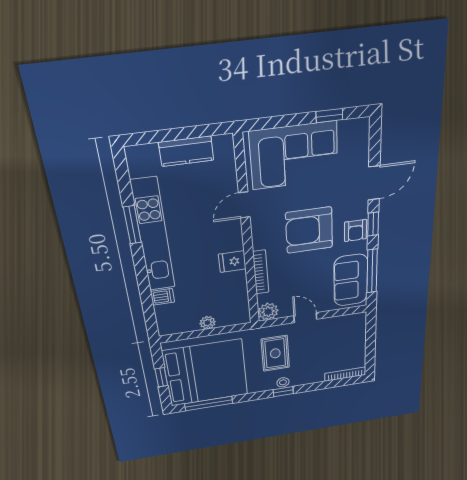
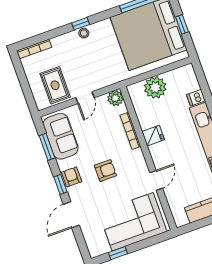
armchair: (309, 230) -> (105, 171), width x0.53, depth x0.53
window: (372, 271) -> (47, 147), width x0.69
door: (305, 318) -> (85, 98), hinge flipped
plant: (208, 323) -> (155, 87), width x1.87, depth x1.87
rug: (275, 353) -> (55, 85), moved

